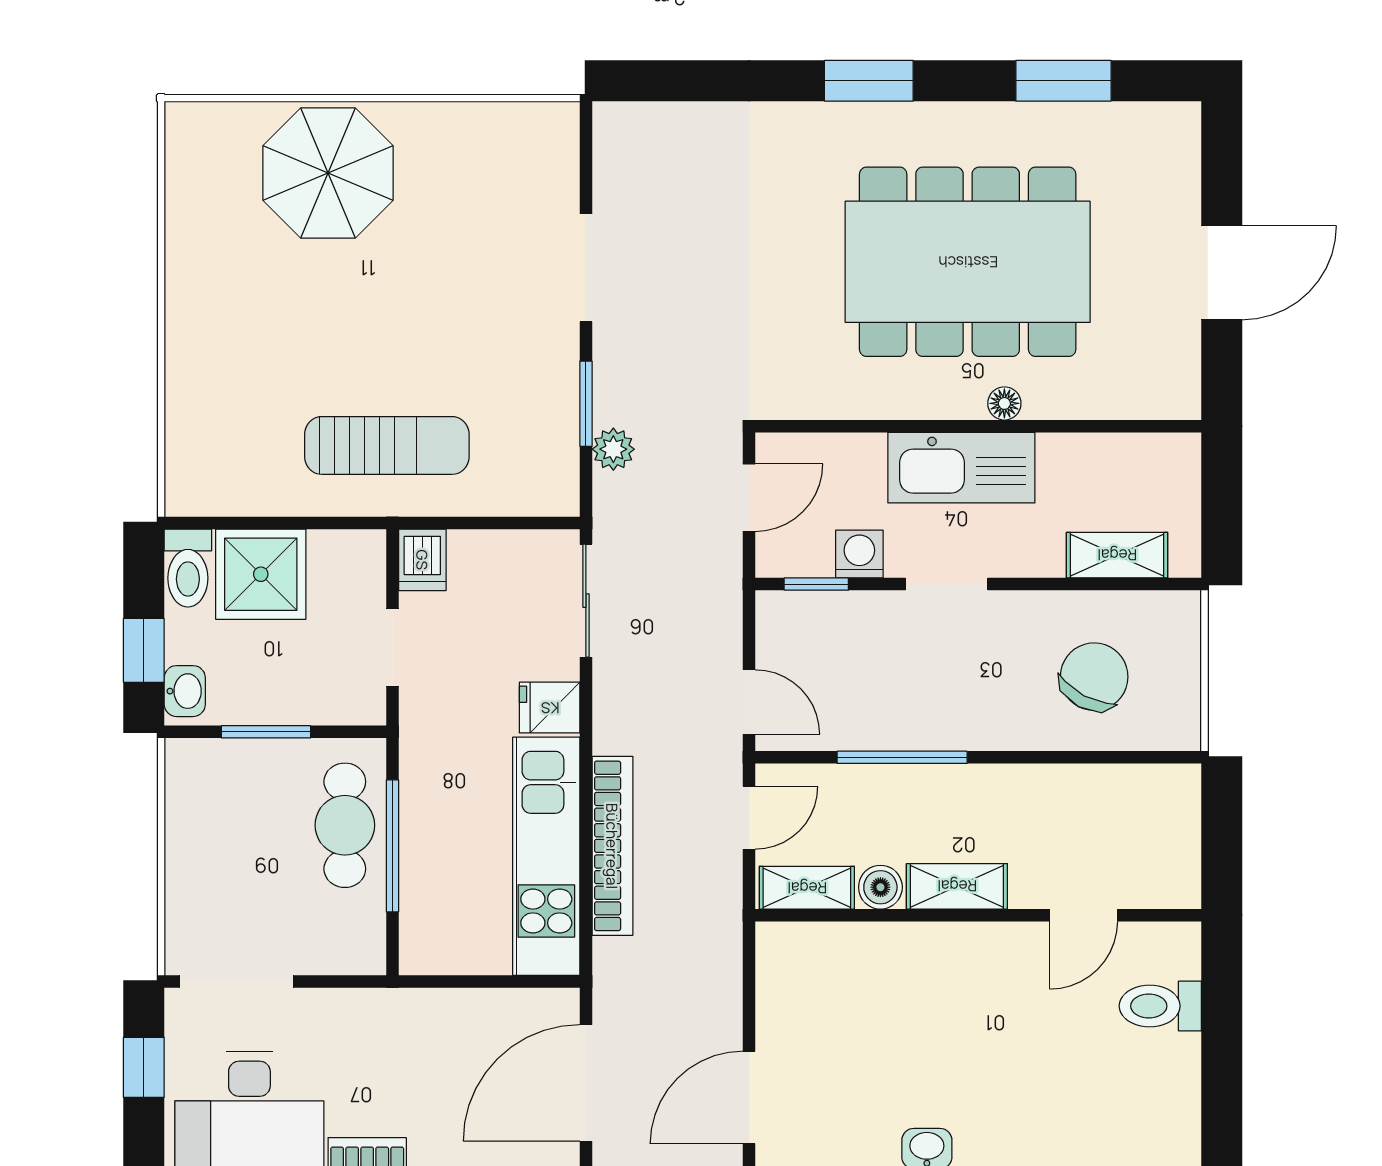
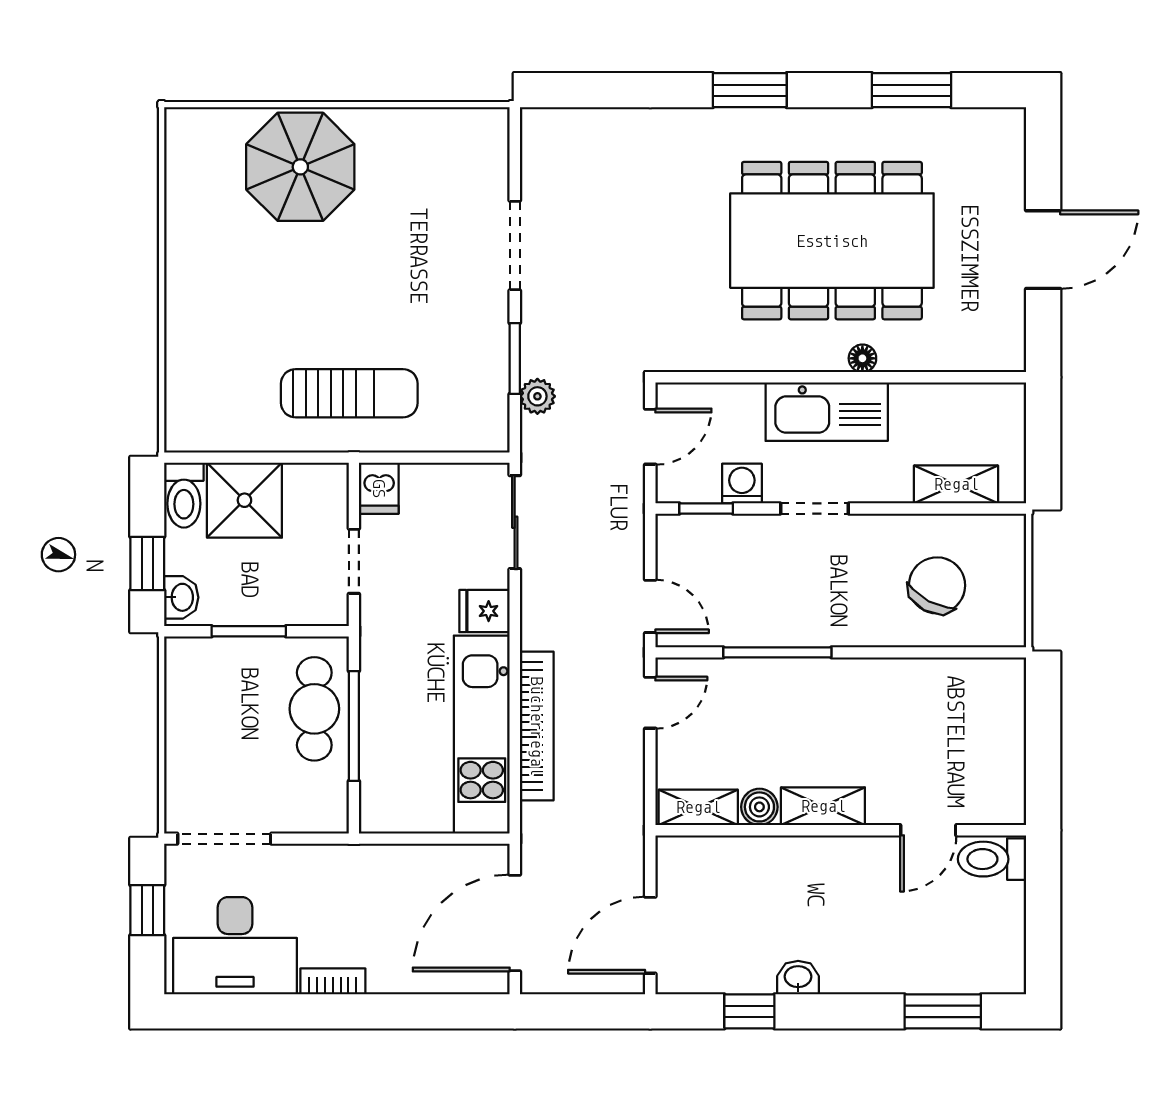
shelving: (957, 886) -> (823, 806), moved
boiler: (880, 887) -> (759, 807), moved
shelving: (807, 888) -> (698, 807), moved
wall: (978, 915) -> (841, 830), moved
door: (1084, 915) -> (928, 830), moved

